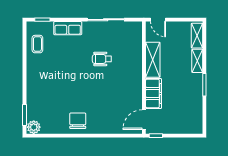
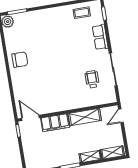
wheelchair: (102, 59) -> (92, 79), moved

